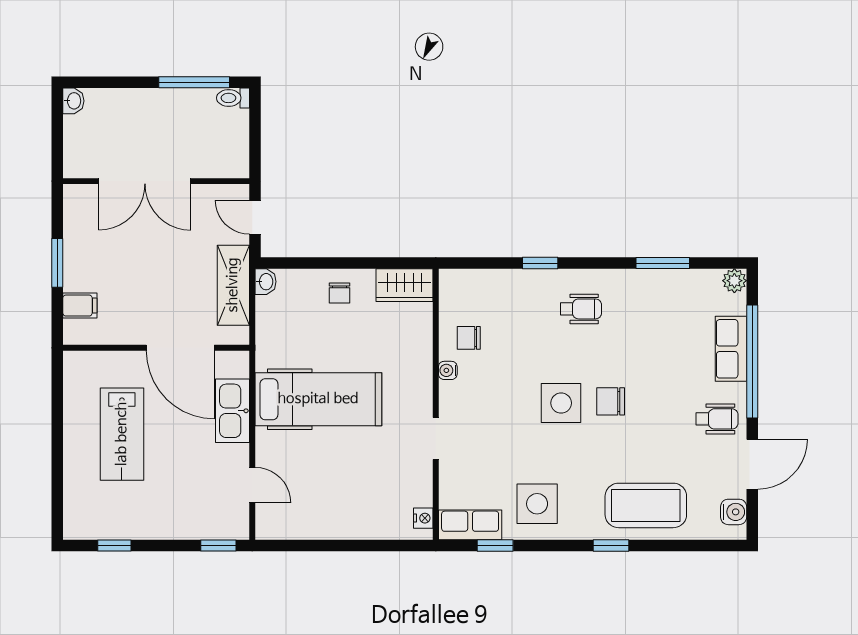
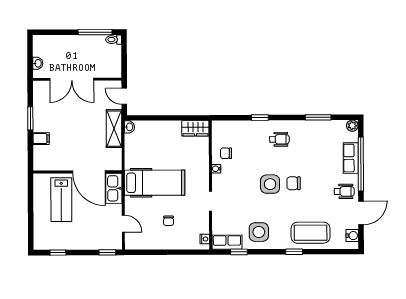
washbasin: (73, 101) -> (38, 63), moved
chair: (339, 293) -> (169, 221), moved
wall: (156, 348) -> (77, 172), moved
door: (180, 348) -> (89, 172), moved

